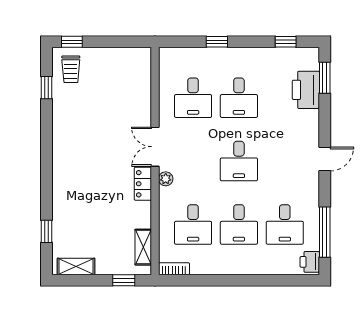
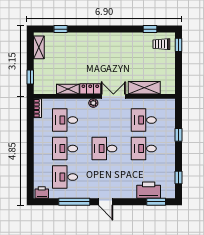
shelving: (141, 97) -> (144, 88), added
window: (325, 232) -> (74, 202), moved
shelving: (143, 247) -> (68, 89), moved

